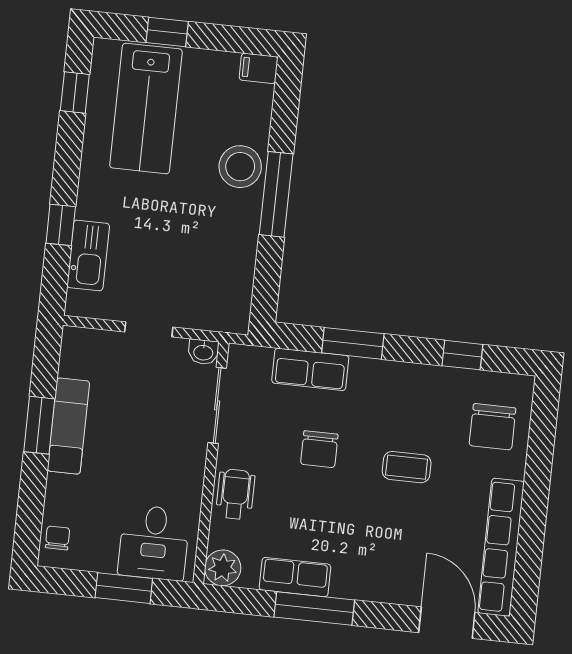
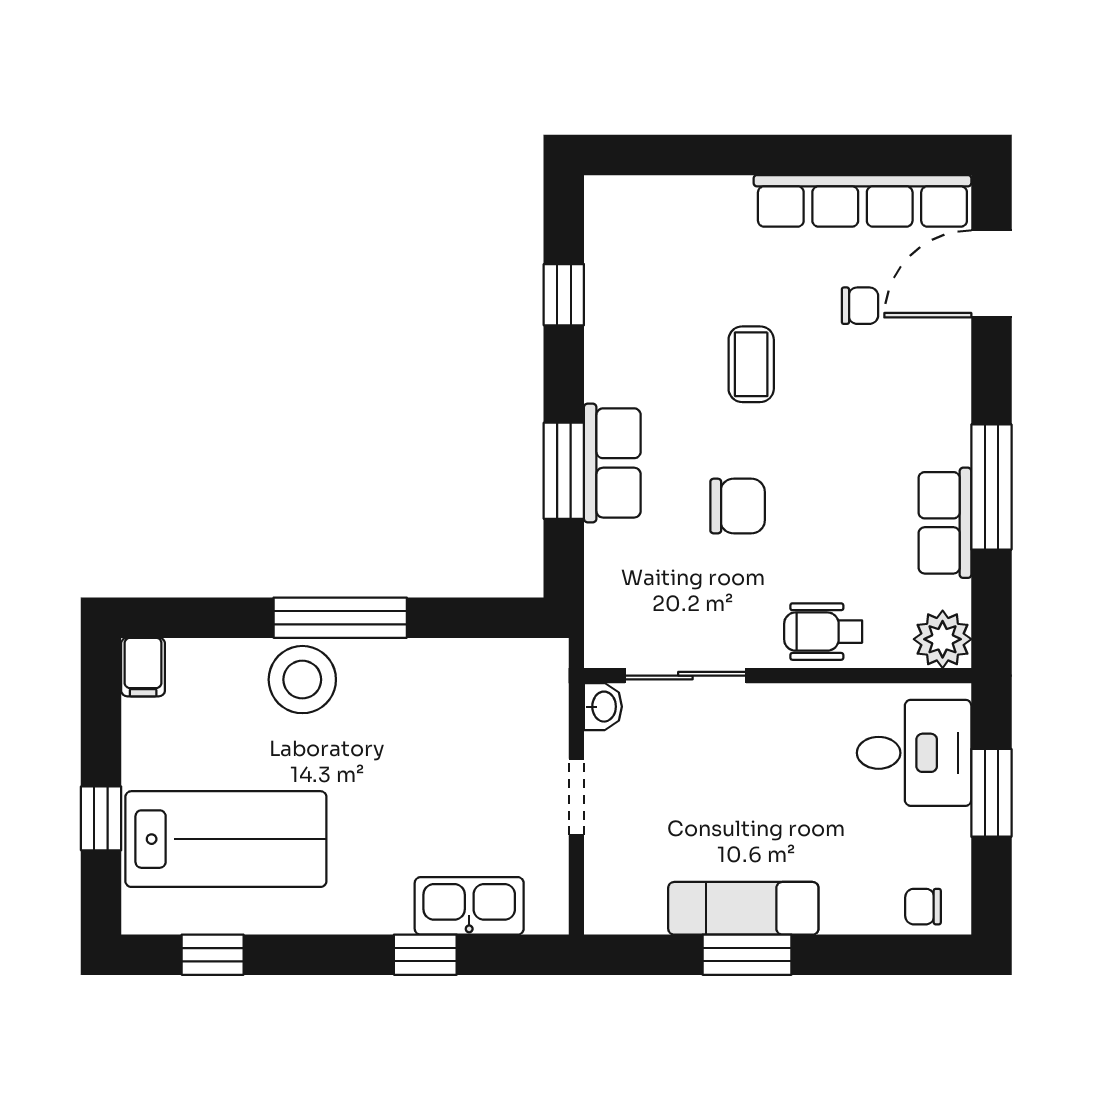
row of seats: (310, 369) -> (612, 463), moved
chair: (492, 427) -> (860, 306), moved, width x0.54, depth x0.54

